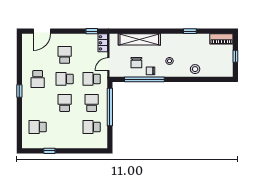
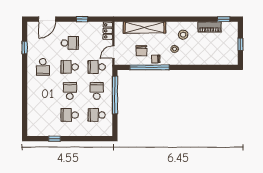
window: (92, 31) -> (82, 19), moved
window: (190, 31) -> (224, 19), moved
piano: (221, 39) -> (210, 27), moved
school desk: (65, 55) -> (70, 43), turned 90
stool: (195, 69) -> (183, 35), moved
window: (19, 91) -> (25, 48), moved
school desk: (38, 127) -> (70, 115), moved

